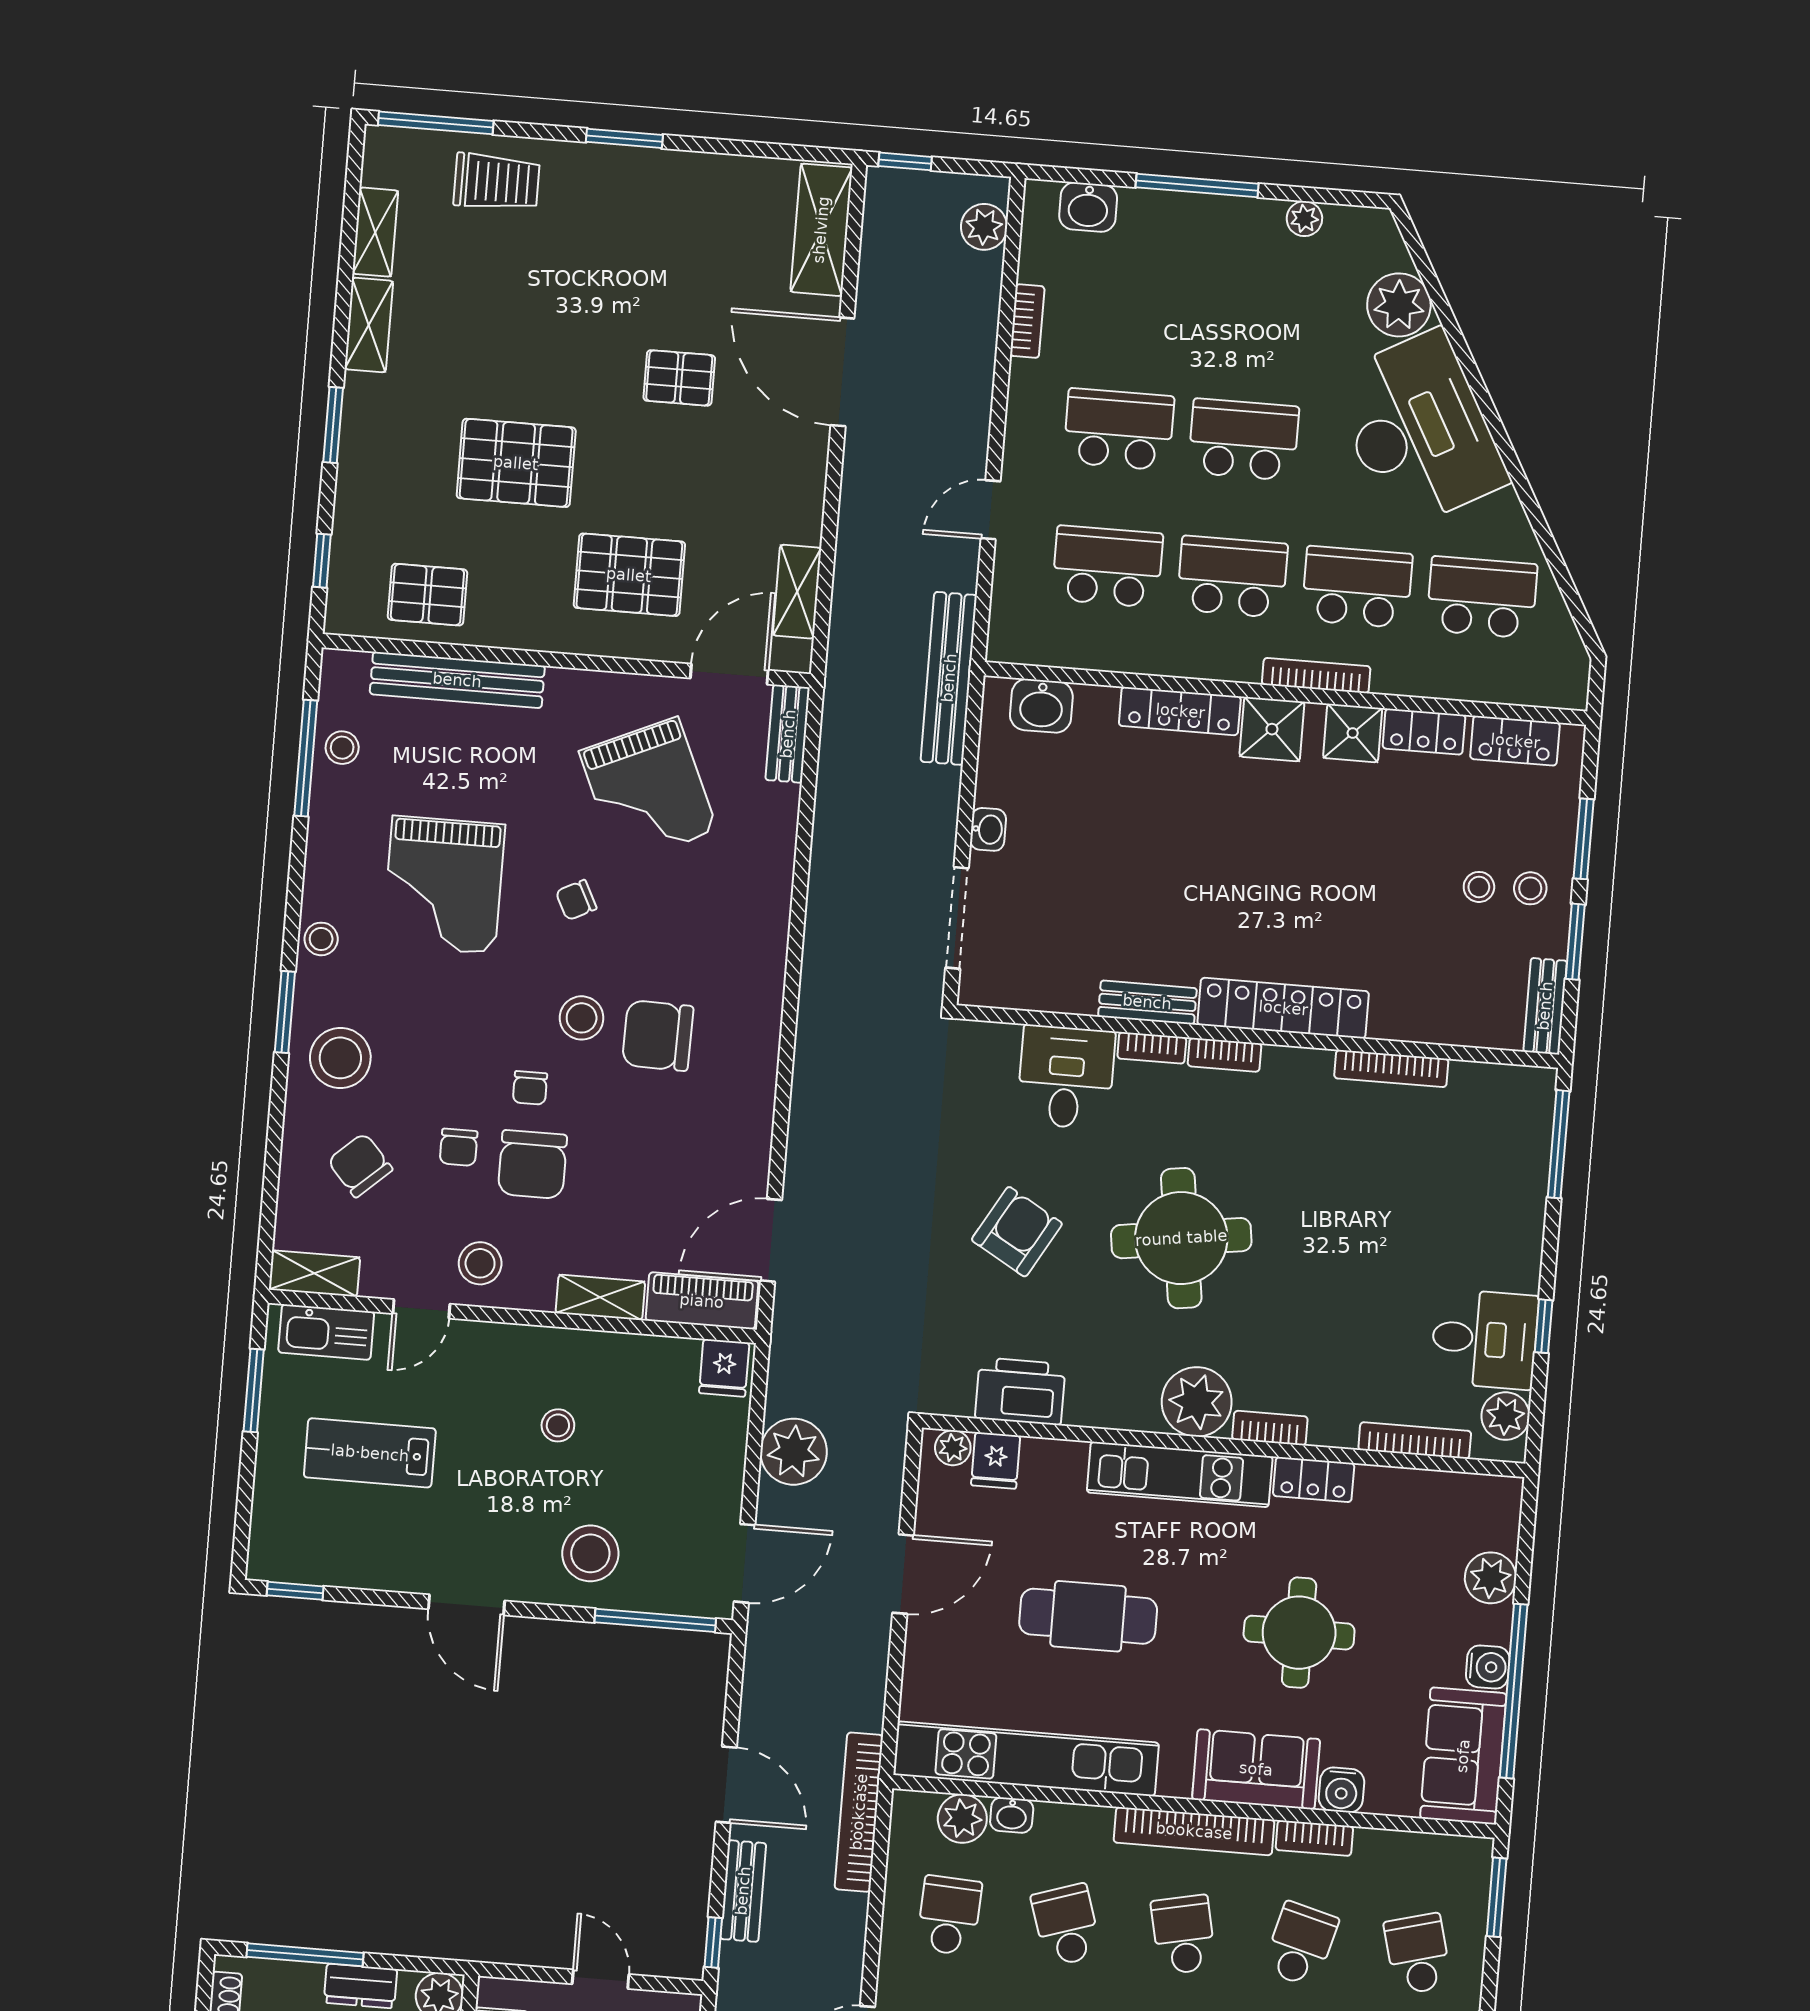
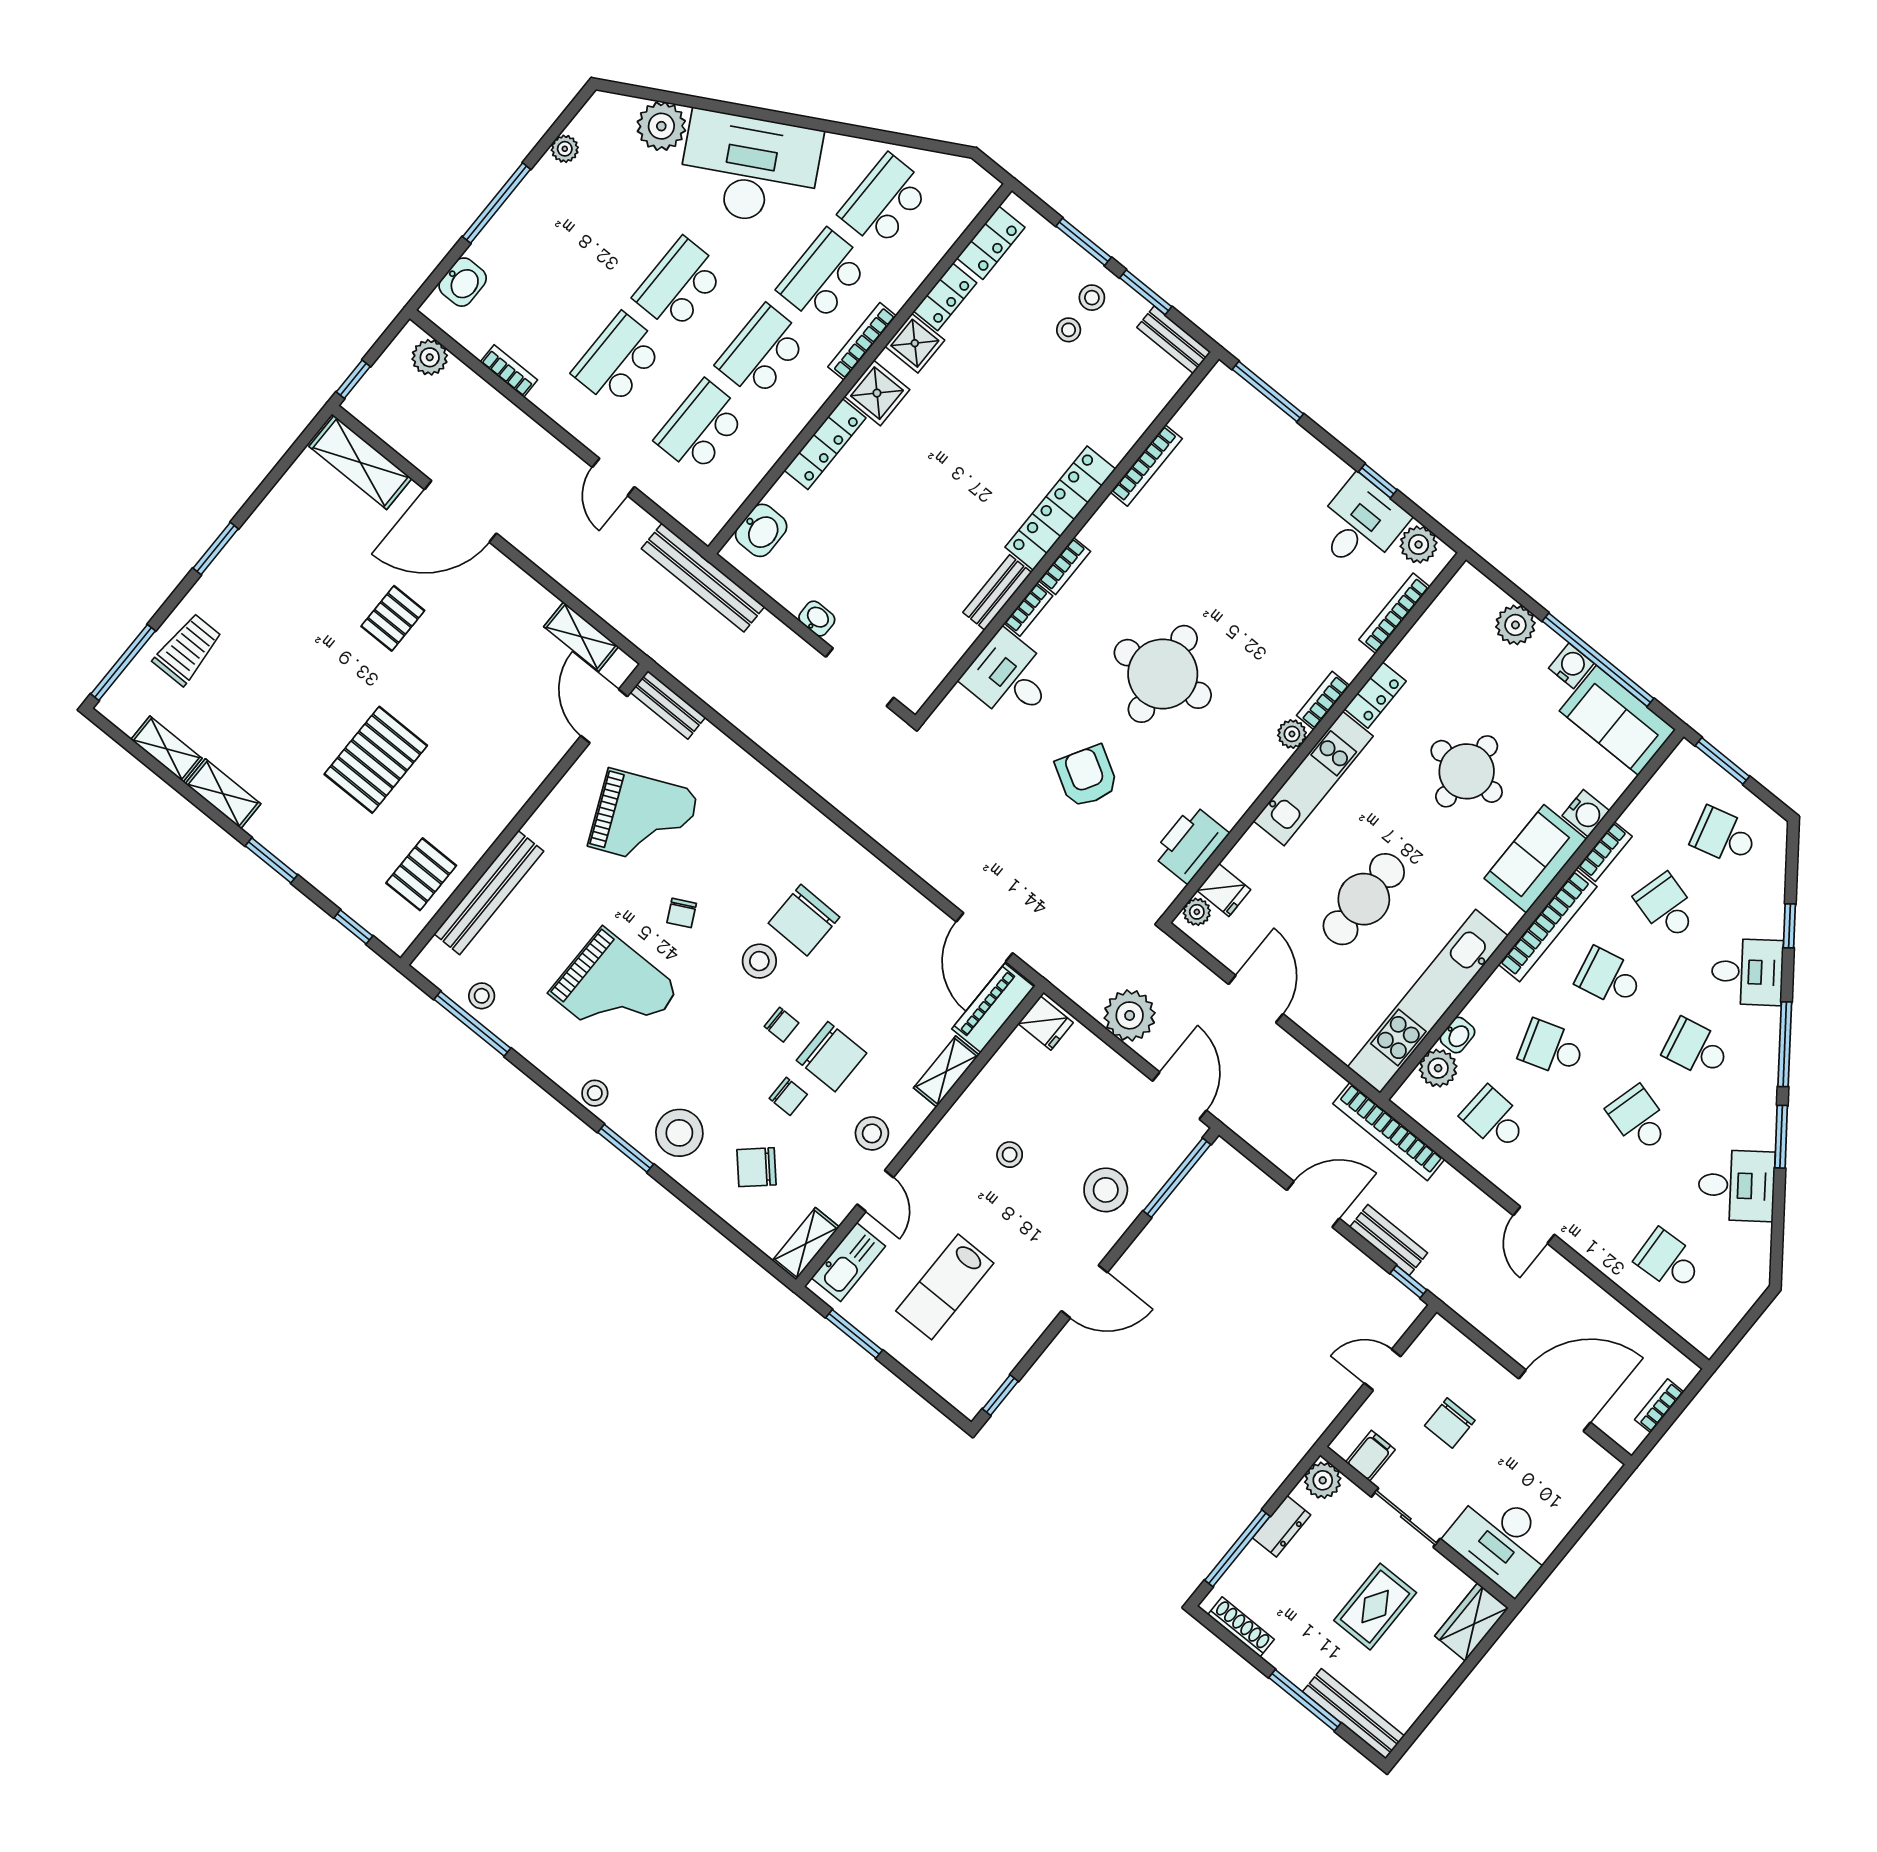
pallet: (629, 575) -> (497, 736), removed
plant: (1197, 1402) -> (1292, 734), width x0.53, depth x0.53

